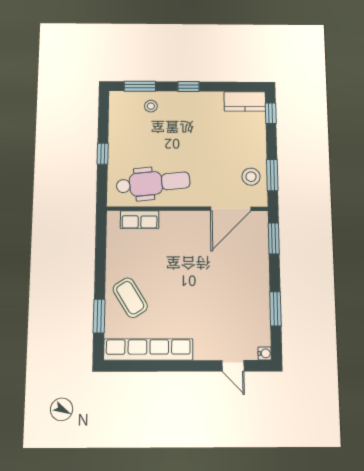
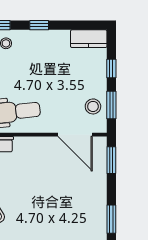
window: (271, 113) -> (111, 69), moved
door: (231, 209) -> (75, 135), hinge flipped

